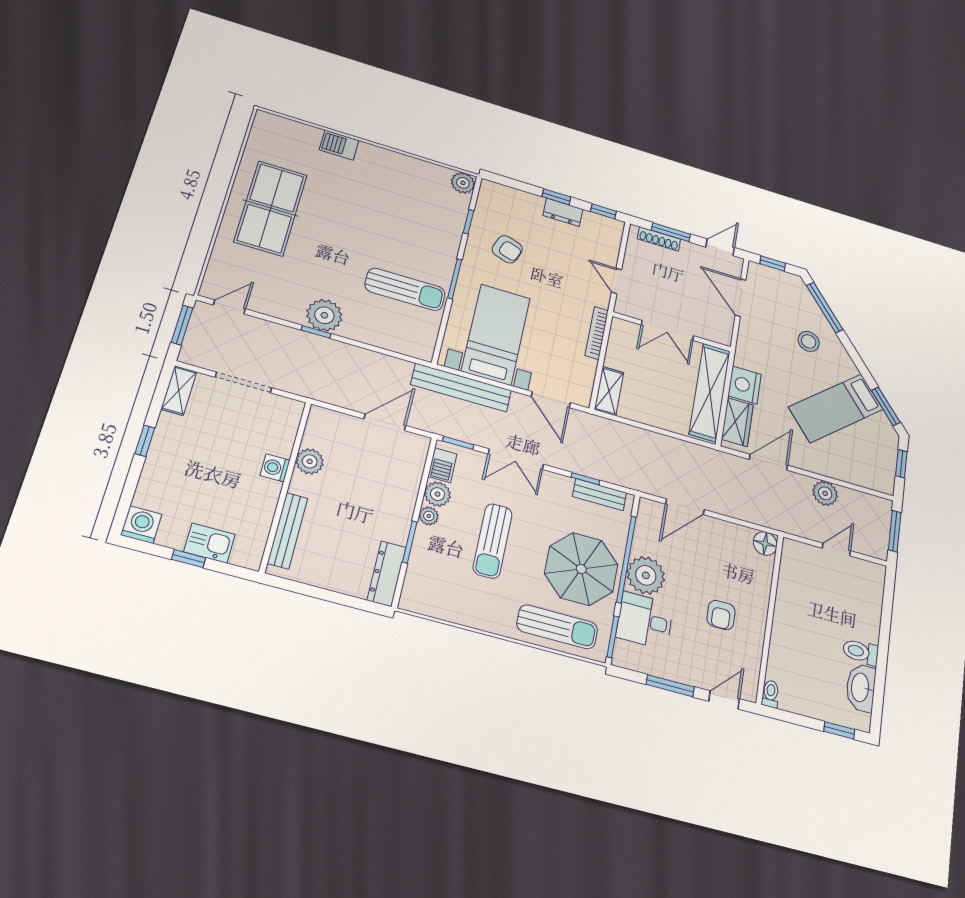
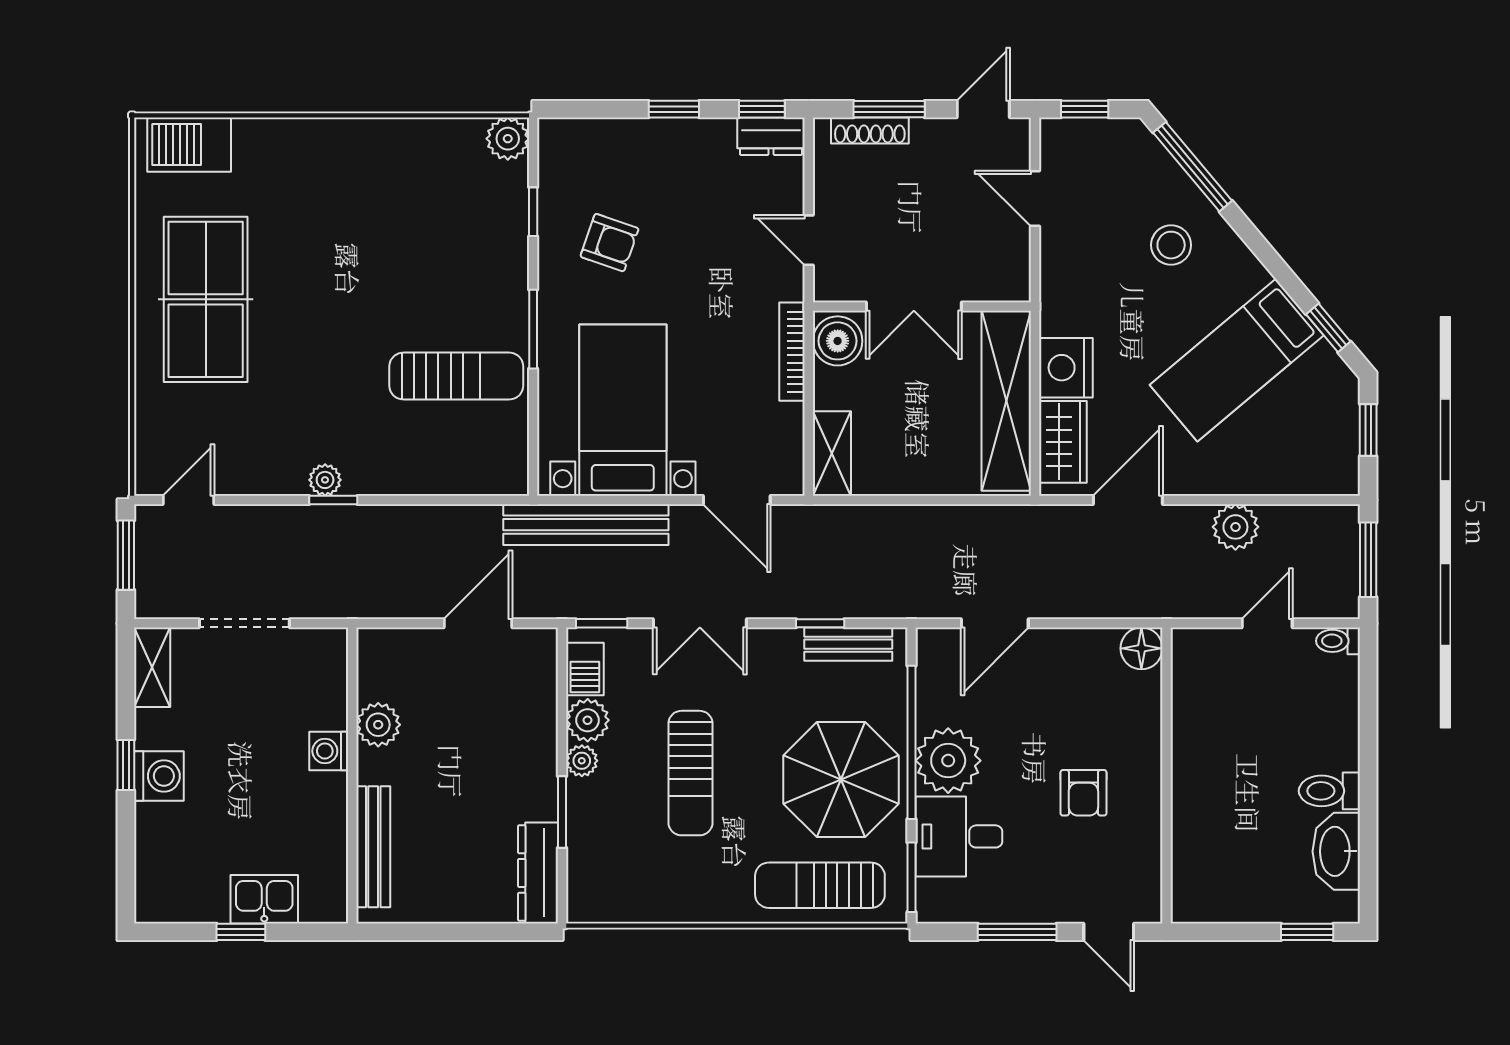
barbecue: (339, 145) -> (189, 145), moved, width x1.38, depth x1.27
dresser: (563, 212) -> (771, 136), moved
door: (741, 298) -> (1035, 198), width x0.73
plant: (324, 315) -> (325, 480), width x0.53, depth x0.53
boiler: (623, 335) -> (838, 341), added
window: (886, 406) -> (1328, 328), width x0.67
washing machine: (141, 525) -> (159, 776), moved, turned 90
sun lounger: (557, 627) -> (820, 885), turned 180
toilet: (770, 694) -> (1338, 641), moved, turned -90
door: (724, 700) -> (1109, 932), swing flipped

